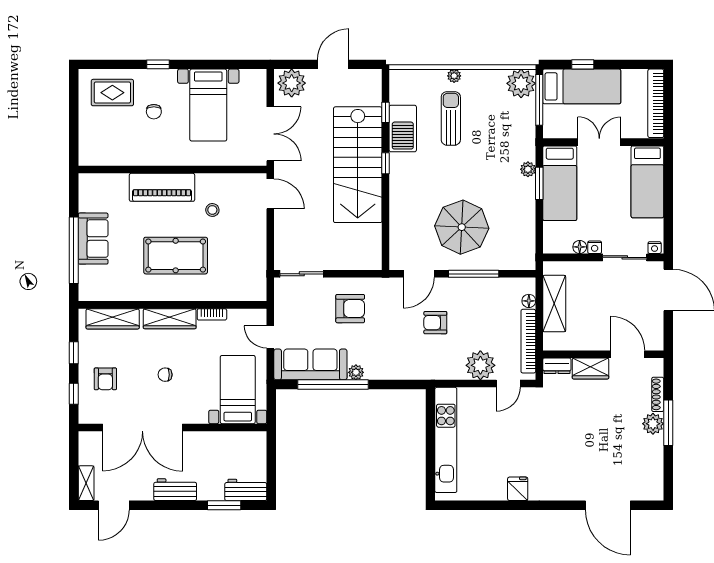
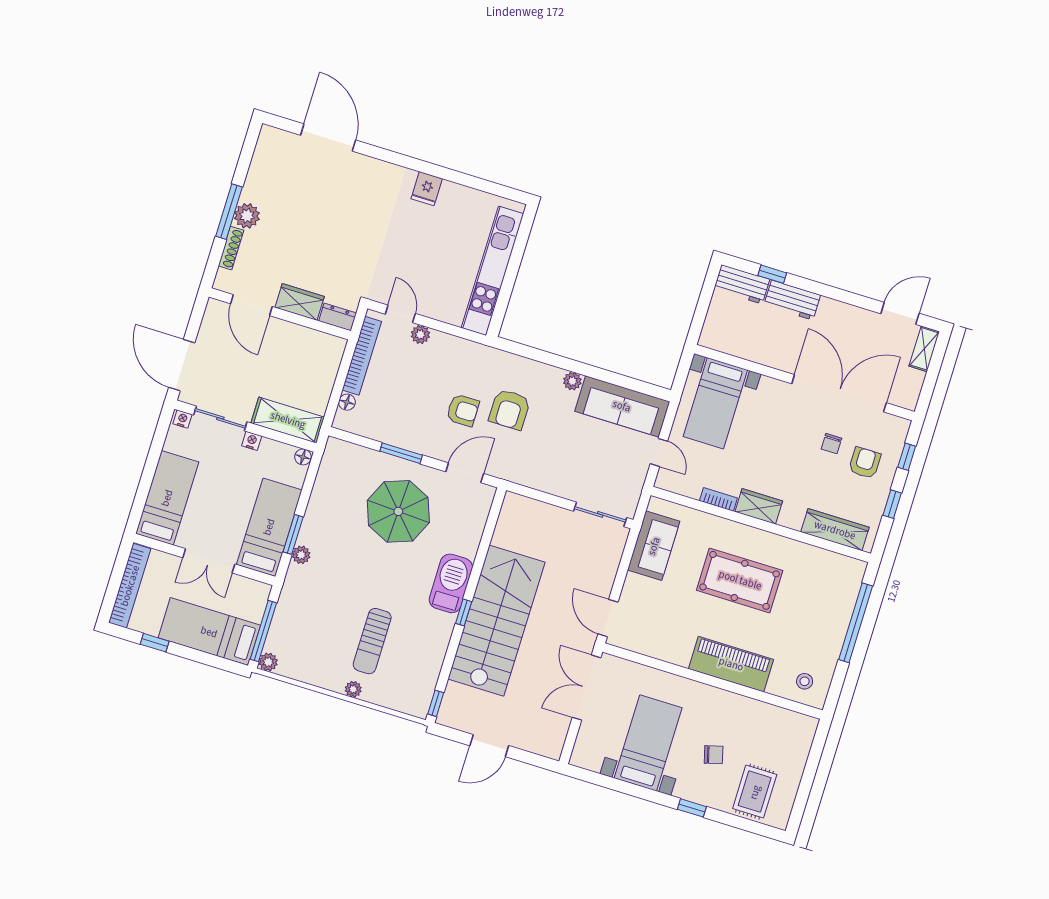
window: (583, 64) -> (155, 643), moved
plant: (292, 83) -> (544, 739), removed
plant: (521, 83) -> (268, 662), width x0.53, depth x0.53
rug: (112, 93) -> (755, 792), turned 90
chair: (154, 112) -> (714, 755), turned 75
window: (386, 112) -> (436, 703), moved
barbecue: (403, 129) -> (451, 583), moved
stool: (212, 210) -> (805, 681), moved
sofa: (93, 239) -> (654, 546), moved, turned 180
floor lamp: (580, 247) -> (303, 457), moved
window: (474, 274) -> (401, 453), width x0.69
shelving: (554, 304) -> (288, 420), moved, turned 90
armchair: (350, 309) -> (510, 409), moved, turned -90
wardrobe: (170, 319) -> (759, 506), width x0.67
plant: (480, 365) -> (420, 335), width x0.53, depth x0.53
chair: (165, 375) -> (831, 444), moved, turned 90
window: (333, 384) -> (603, 375), removed
door: (508, 384) -> (400, 314), hinge flipped
workbench: (175, 490) -> (792, 300), moved
window: (224, 505) -> (772, 274), width x0.67

